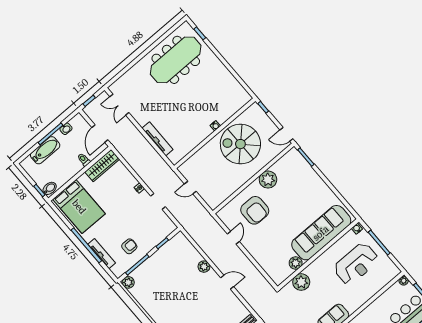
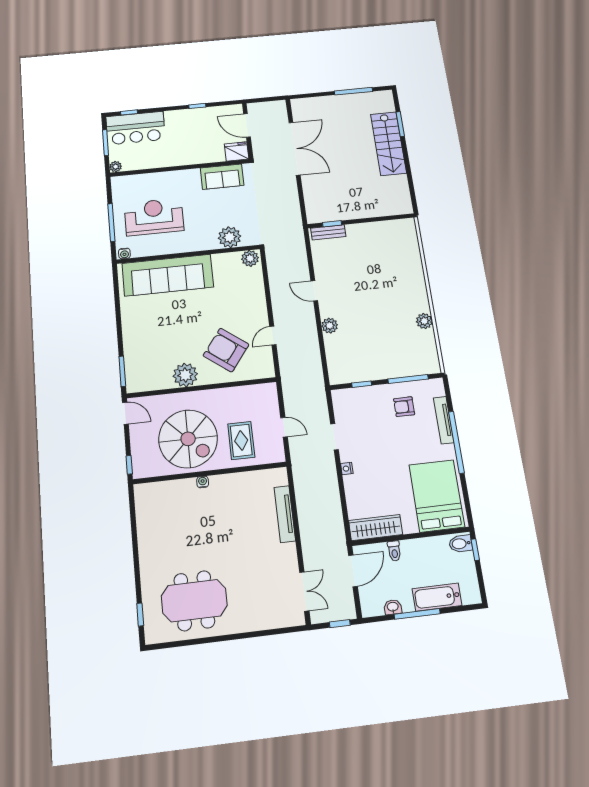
meeting table: (176, 60) -> (194, 601), width x0.73
rug: (210, 163) -> (241, 440), added
armchair: (255, 210) -> (226, 350), turned -53
plant: (296, 263) -> (250, 258), moved
plant: (128, 282) -> (424, 321), moved

